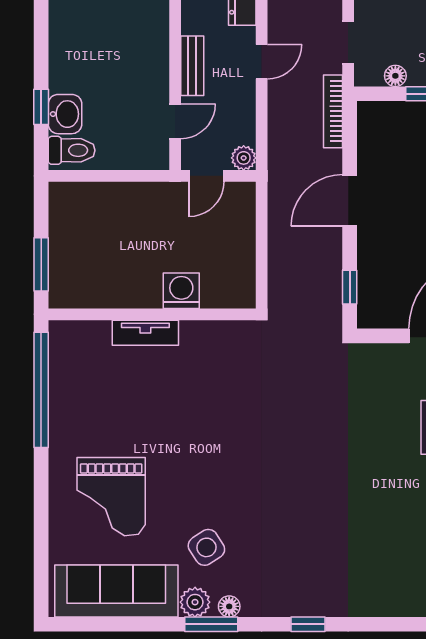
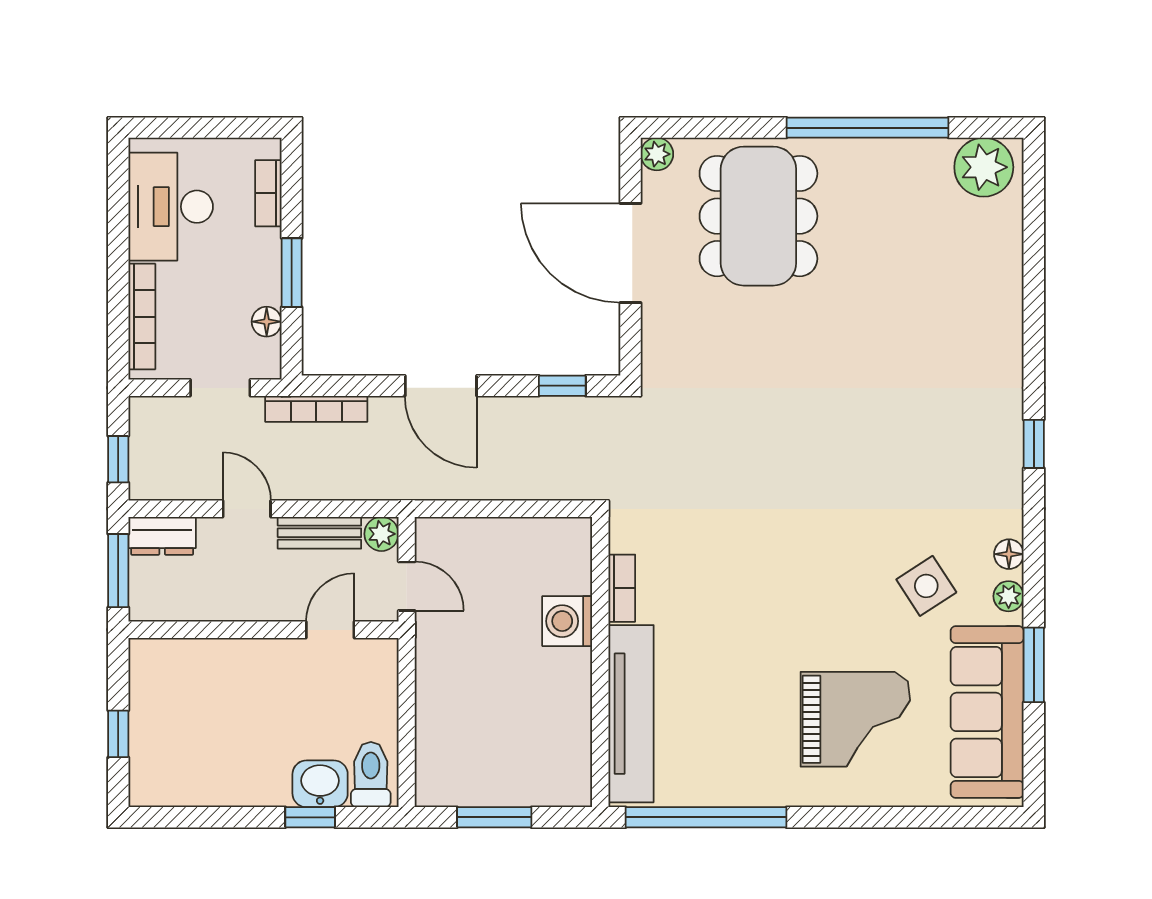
bench: (192, 66) -> (319, 533), moved
door: (175, 121) -> (330, 630), hinge flipped
window: (41, 264) -> (494, 817), moved
bookcase: (205, 330) -> (622, 588), added
tv unit: (145, 333) -> (631, 714), width x1.92, depth x1.29
plant: (195, 602) -> (1009, 596), width x0.73, depth x0.73
window: (211, 624) -> (1034, 665), moved

